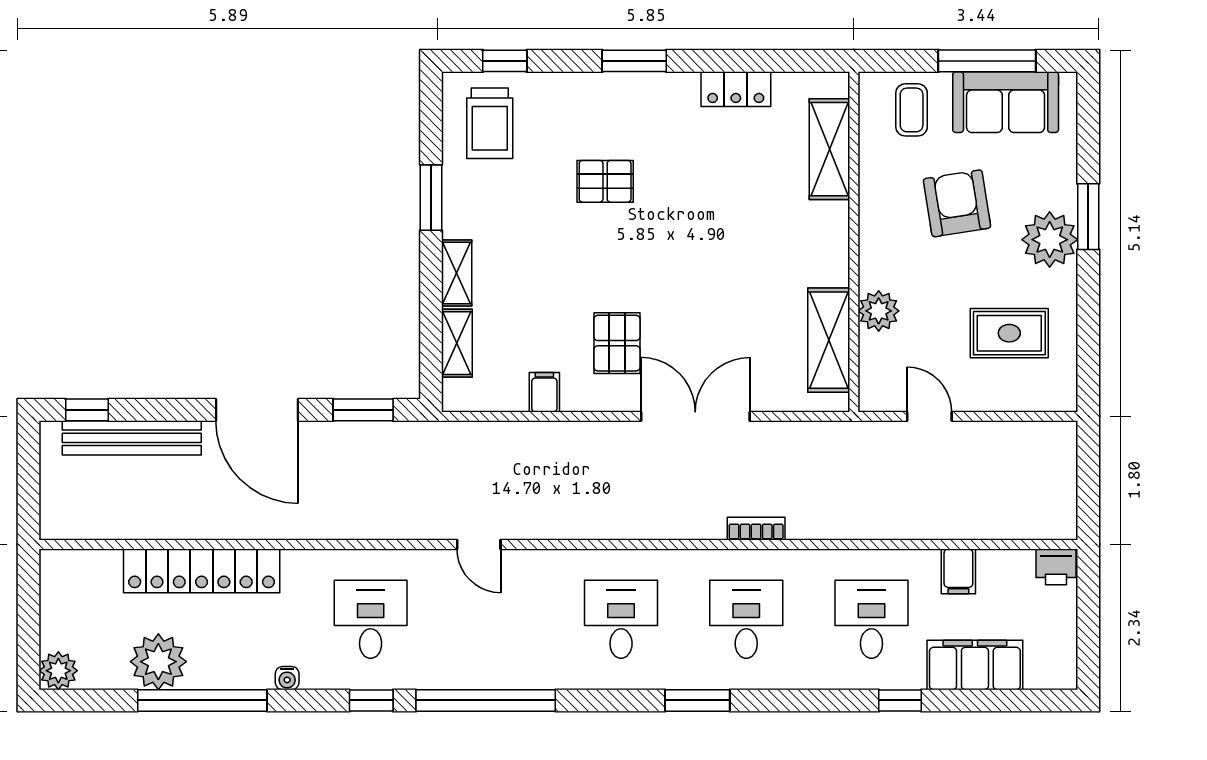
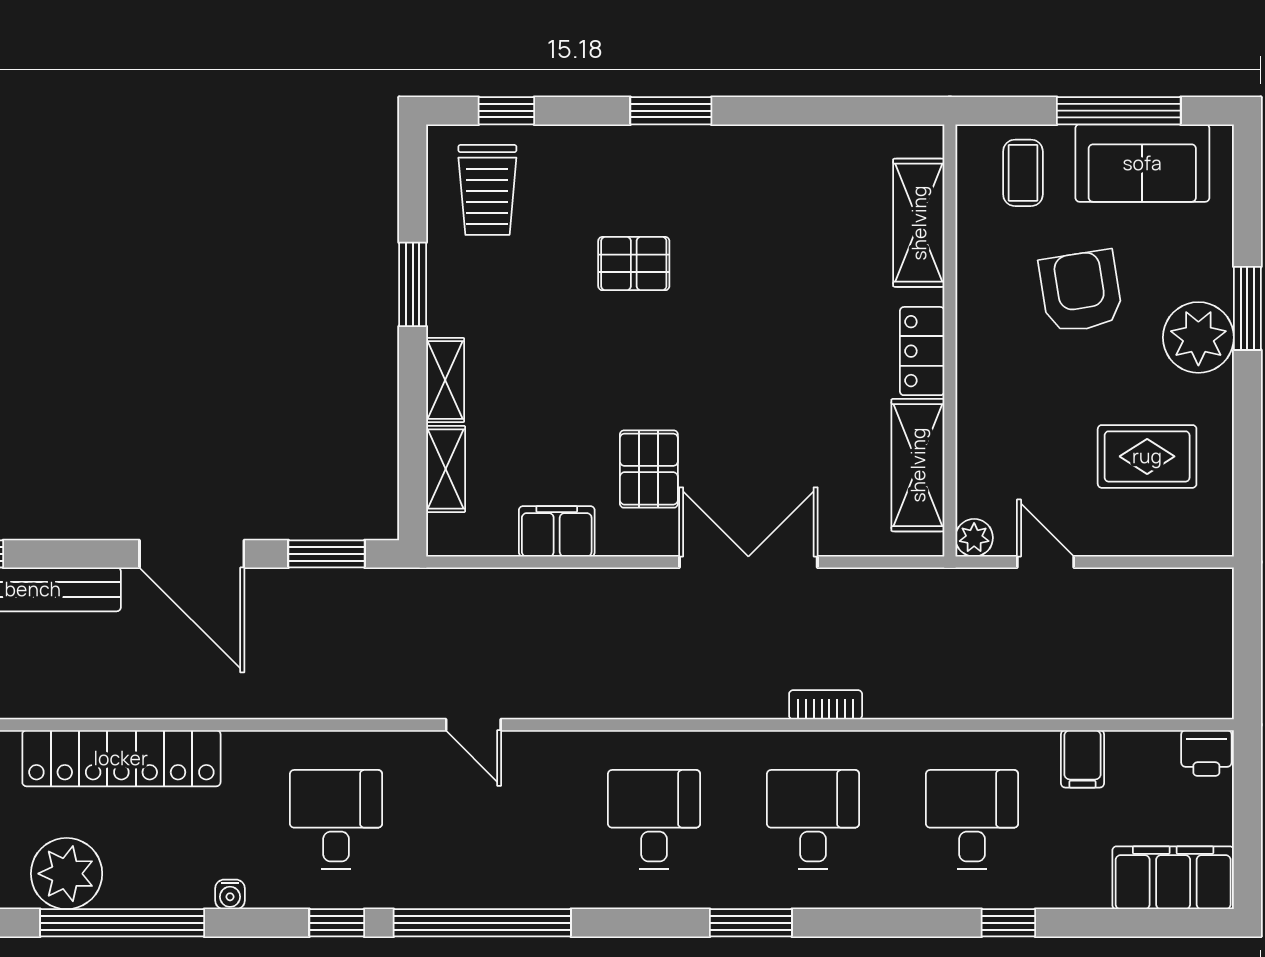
locker: (736, 89) -> (922, 351), moved, turned 90
plant: (879, 311) -> (974, 538), moved, width x0.73, depth x0.73
filing cabinet: (544, 392) -> (557, 531), width x2.00
filing cabinet: (975, 665) -> (1173, 878), moved

